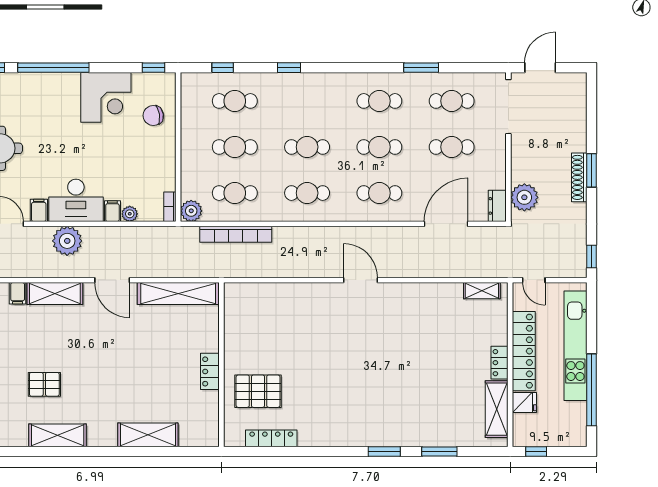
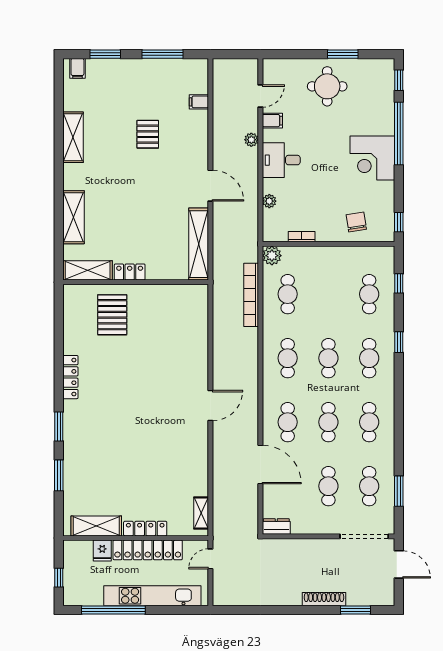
window: (421, 68) -> (399, 491), moved
corner desk: (106, 97) -> (372, 158), moved
cafe table: (235, 147) -> (369, 358), moved
window: (591, 170) -> (356, 610), moved
shoe rack: (579, 177) -> (324, 599), moved
plant: (524, 197) -> (284, 551), removed
desk: (76, 200) -> (281, 160), width x0.73
bookcase: (170, 207) -> (302, 237), moved
filing cabinet: (112, 211) -> (272, 186), removed
door: (446, 224) -> (260, 465), moved
plant: (67, 241) -> (251, 140), width x0.53, depth x0.53
window: (591, 257) -> (231, 610), removed
door: (112, 280) -> (210, 186), swing flipped
shelving: (55, 294) -> (88, 270), moved, turned 90
locker: (500, 363) -> (145, 529), width x1.53
pallet: (44, 384) -> (148, 134), moved
locker: (271, 438) -> (70, 377), moved
window: (536, 452) -> (59, 578), moved

